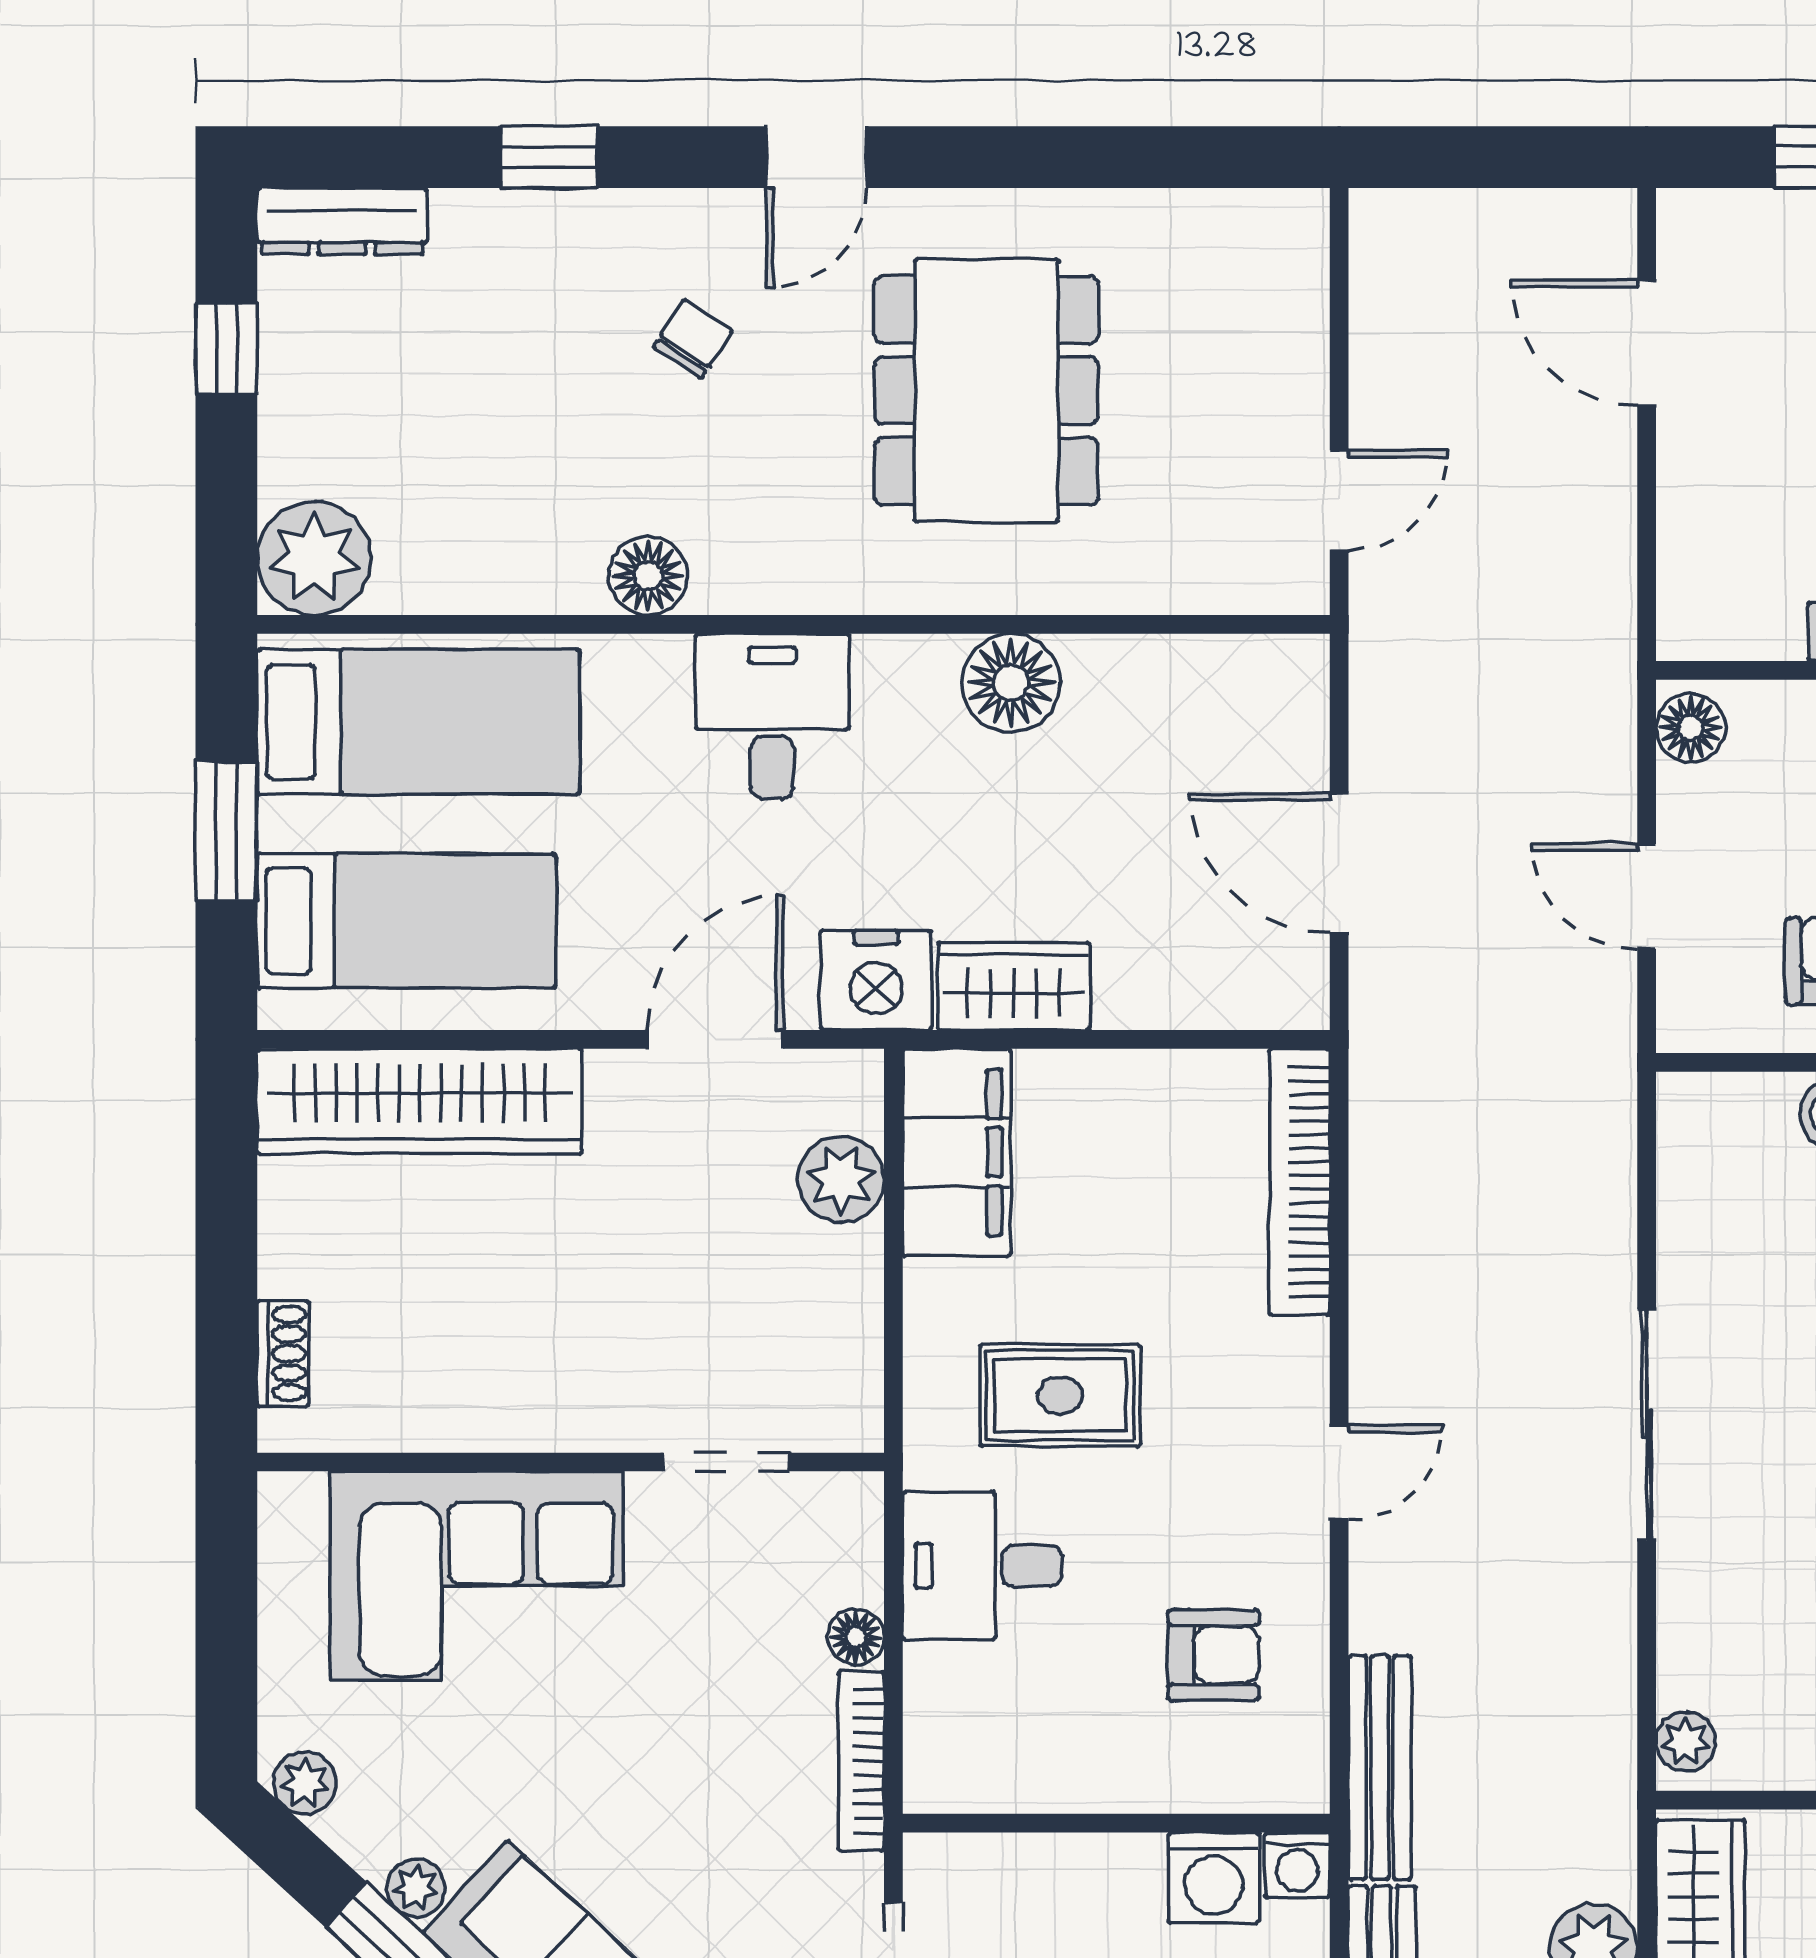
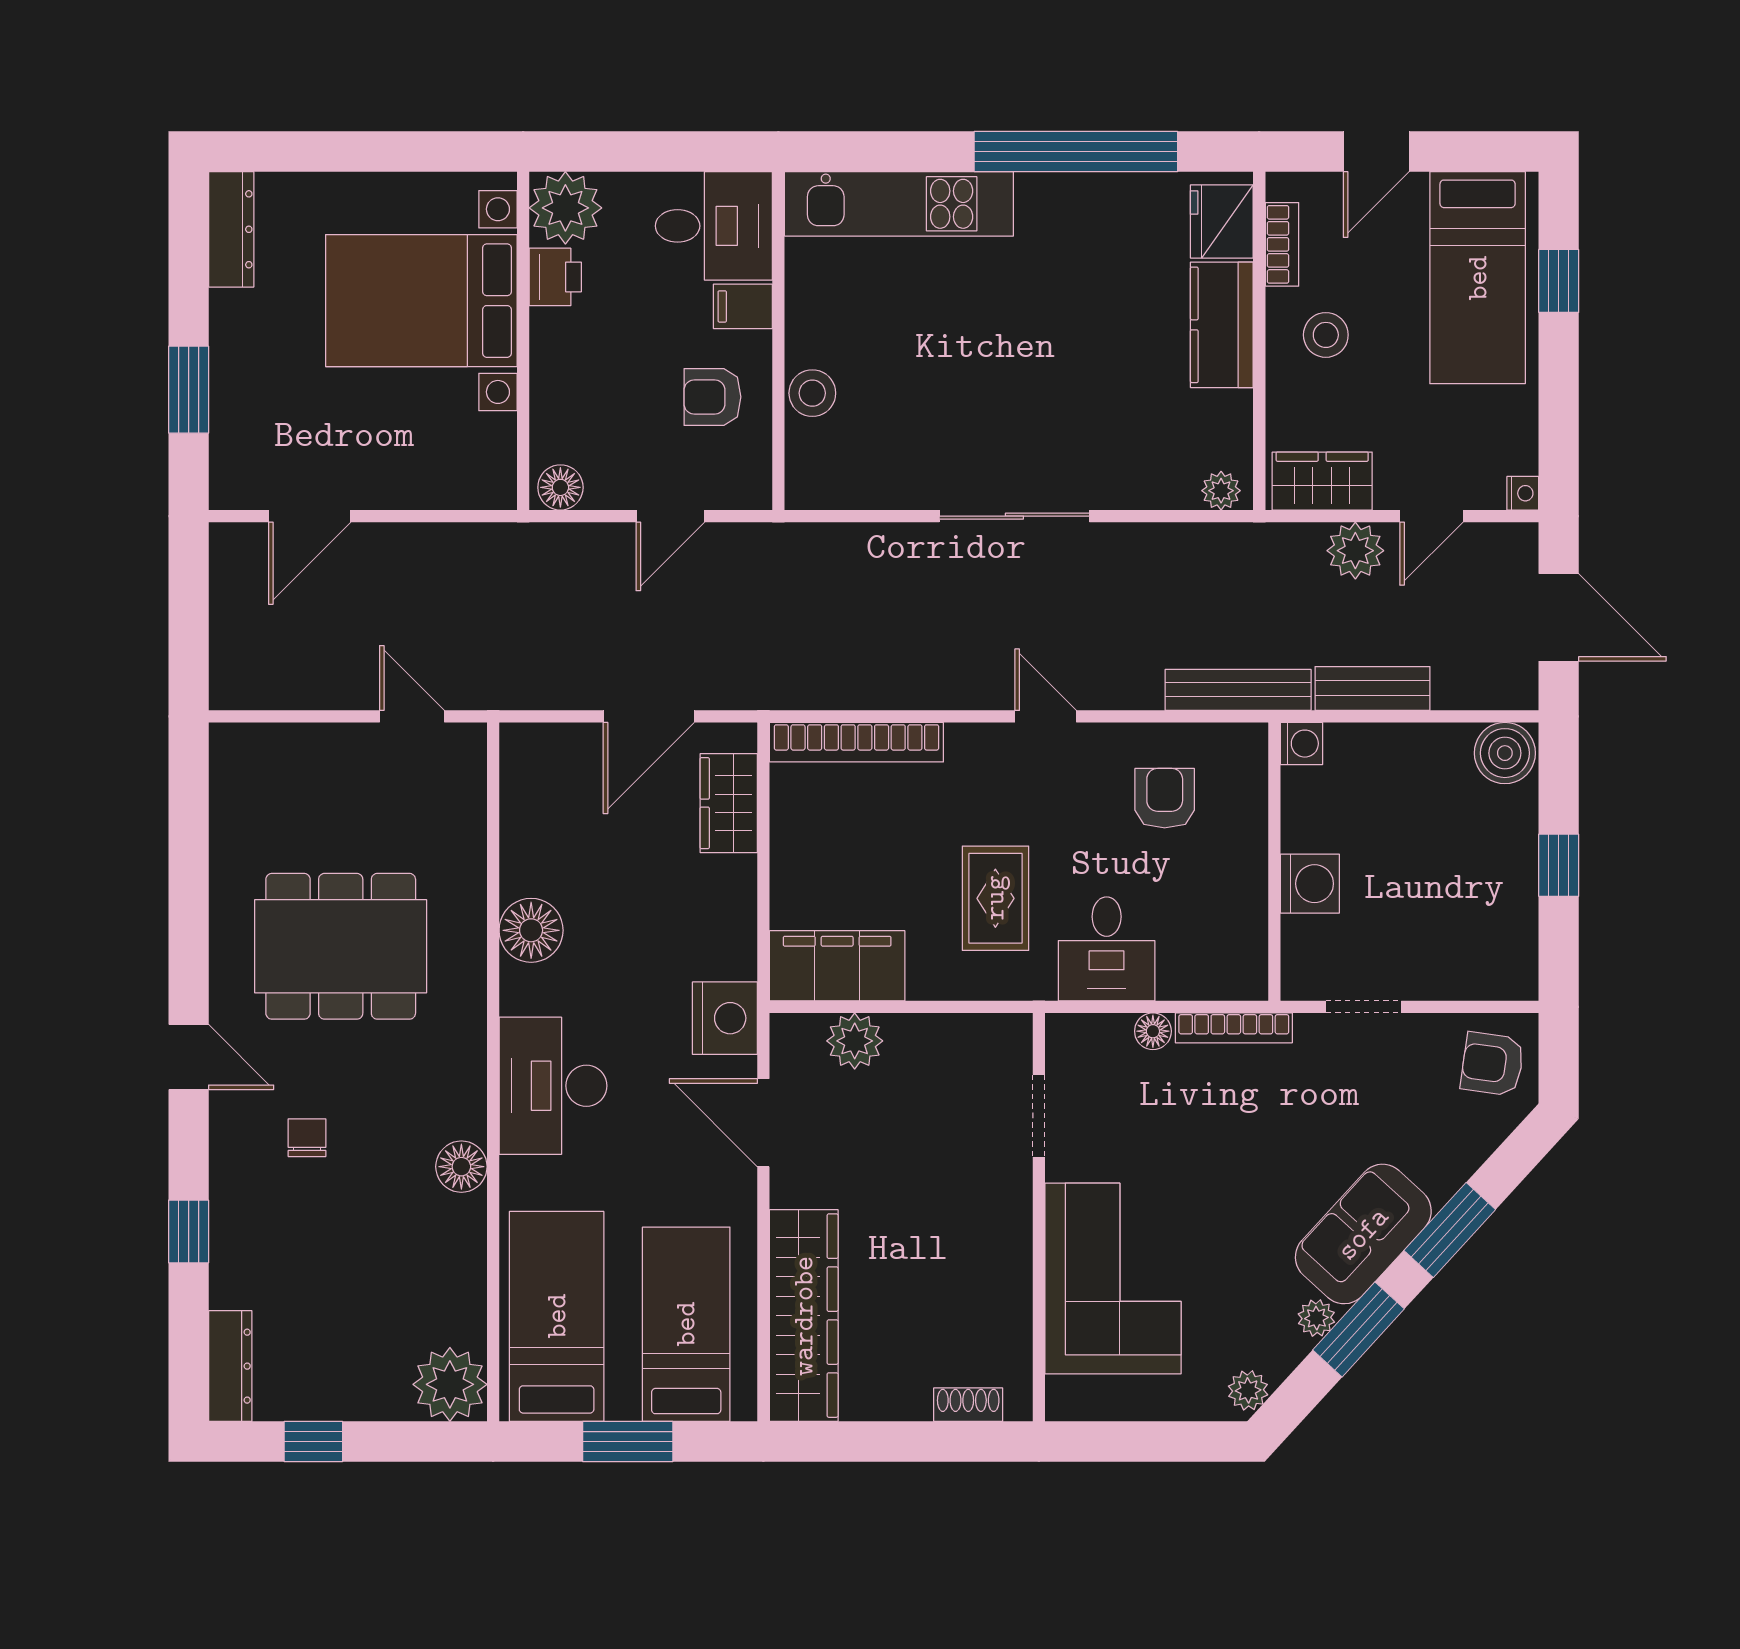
chair: (693, 339) -> (307, 1138), turned 57
desk: (772, 716) -> (553, 1086), width x1.37
wardrobe: (1014, 986) -> (729, 803), moved
washing machine: (1214, 1878) -> (1310, 884), moved

